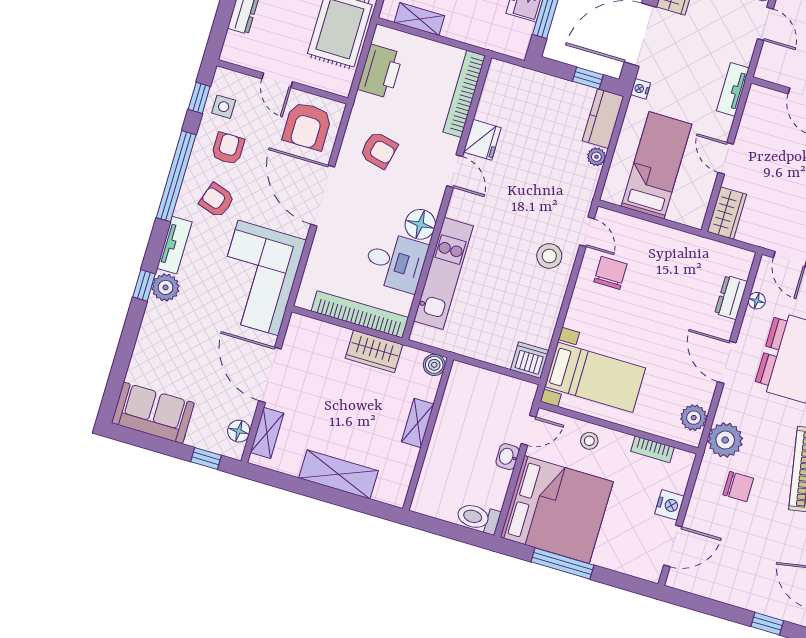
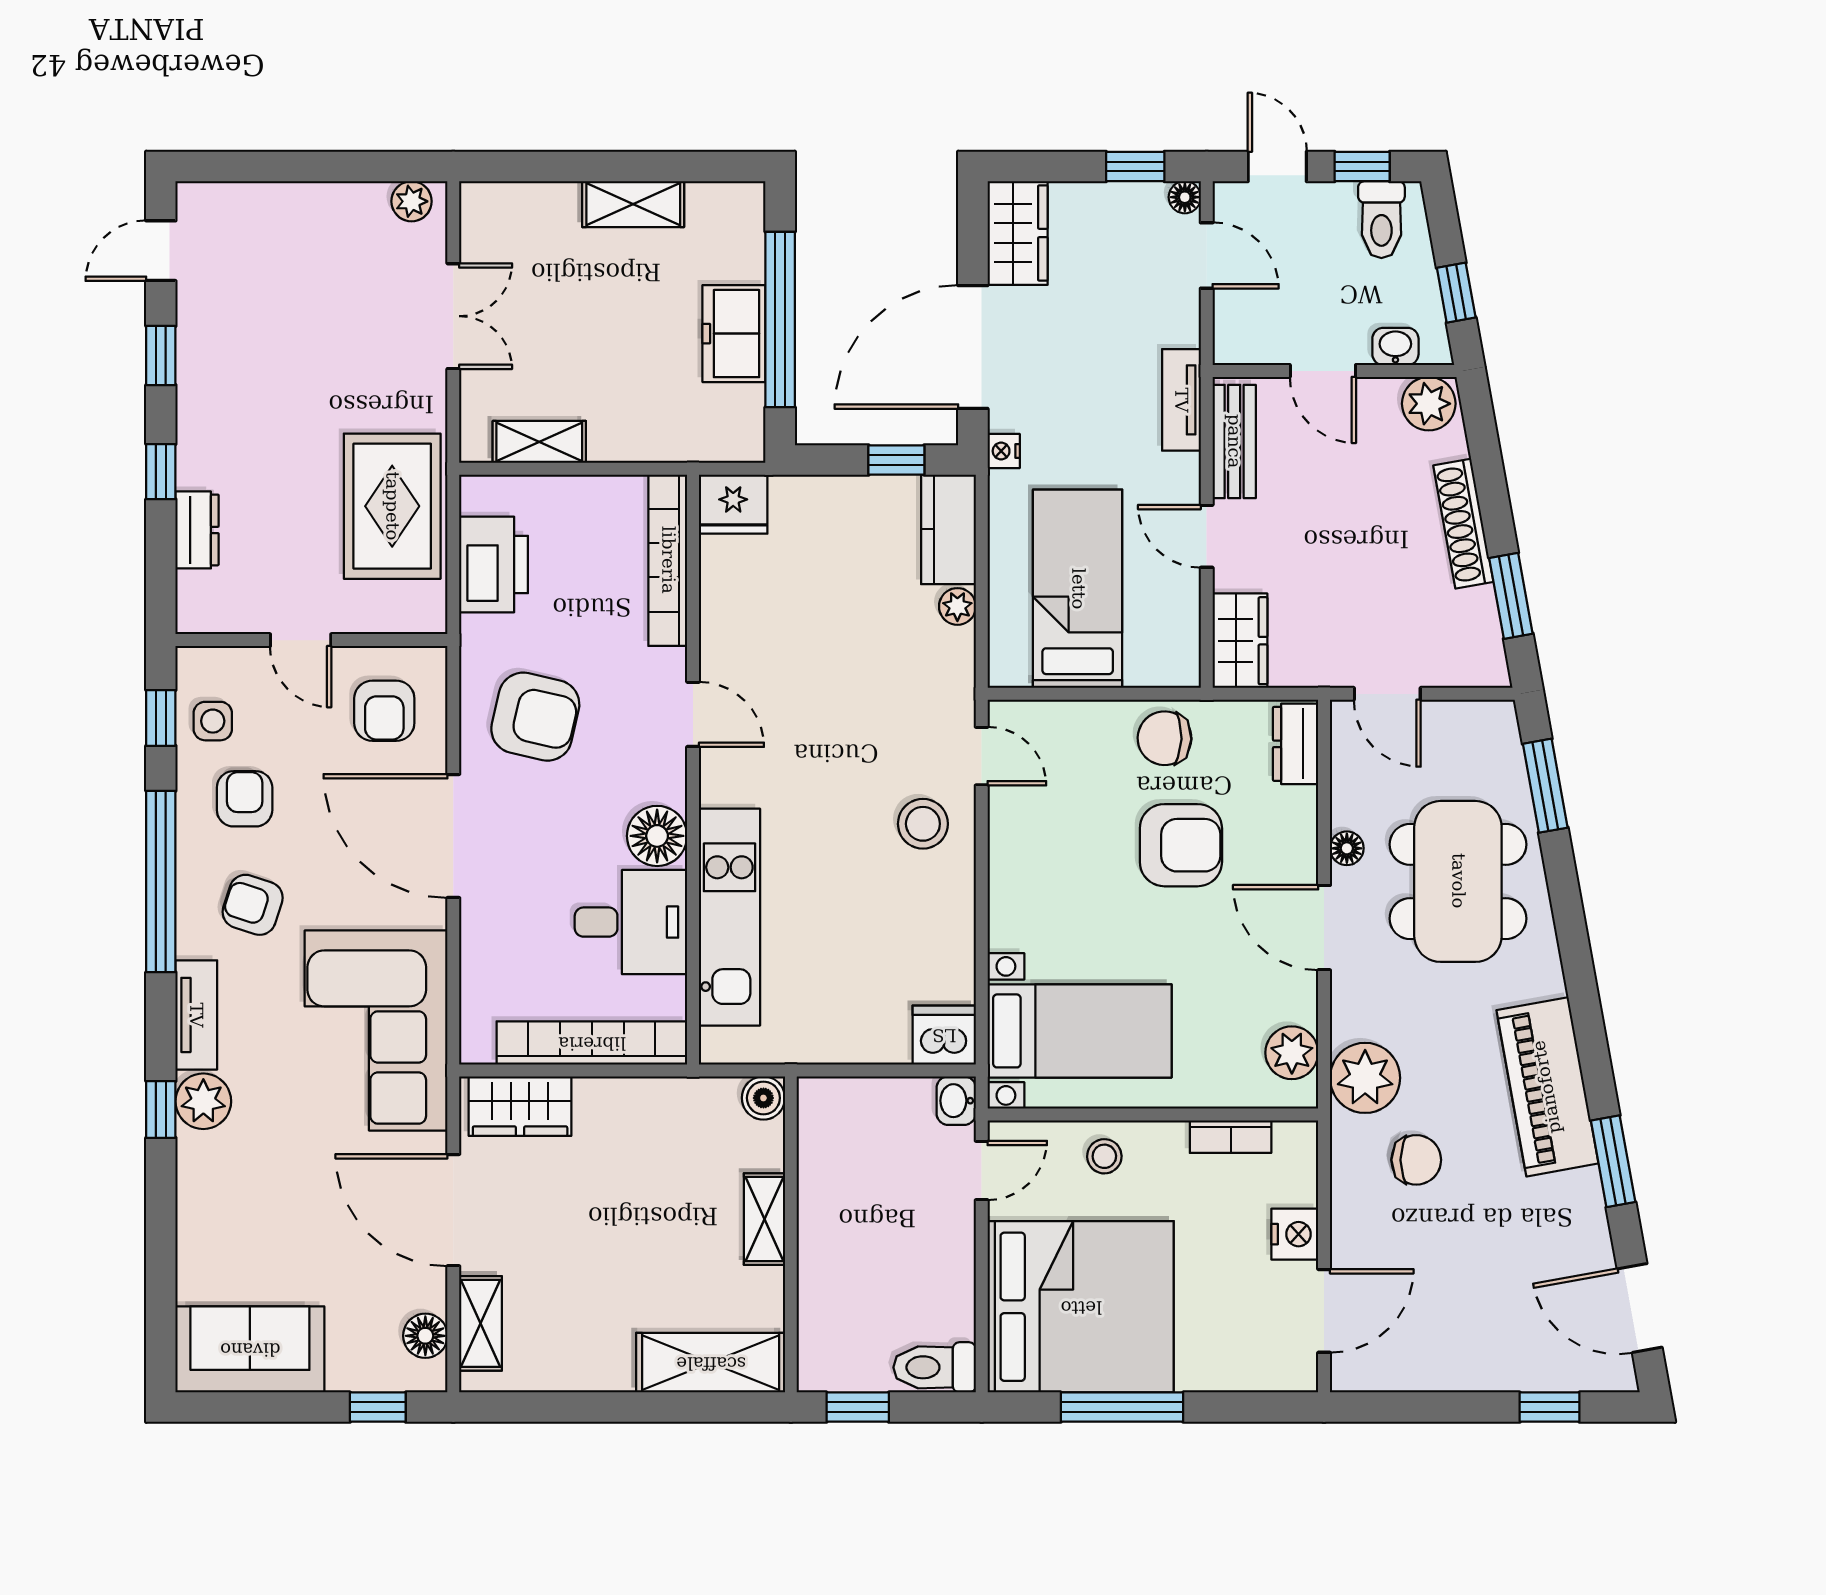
bench: (752, 117) -> (1234, 441), added
armchair: (307, 126) -> (384, 711), width x0.72, depth x0.72
fridge: (482, 140) -> (733, 504), moved, turned 90
armchair: (379, 150) -> (535, 717), width x1.38, depth x1.38
chair: (611, 273) -> (1164, 738), moved, turned -88
dresser: (731, 297) -> (1296, 744), moved
floor lamp: (757, 301) -> (1347, 848), moved
armchair: (670, 303) -> (1181, 845), added
wardrobe: (374, 351) -> (520, 1106), moved
washbasin: (508, 457) -> (956, 1101), moved
shelving: (338, 474) -> (711, 1363), moved
window: (436, 526) -> (858, 1407), added

